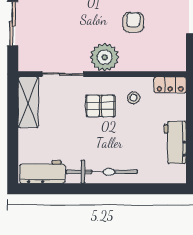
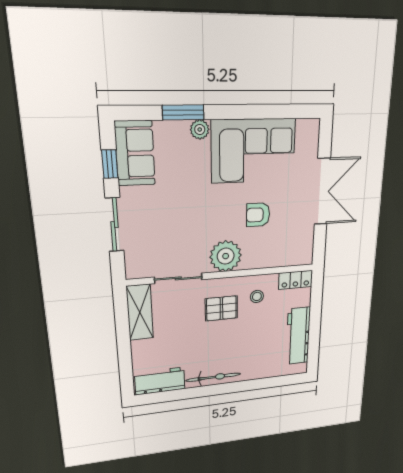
armchair: (133, 22) -> (258, 215), turned -90
workbench: (175, 142) -> (298, 336), width x1.38
bicycle: (102, 172) -> (213, 377), width x0.73, depth x0.71

